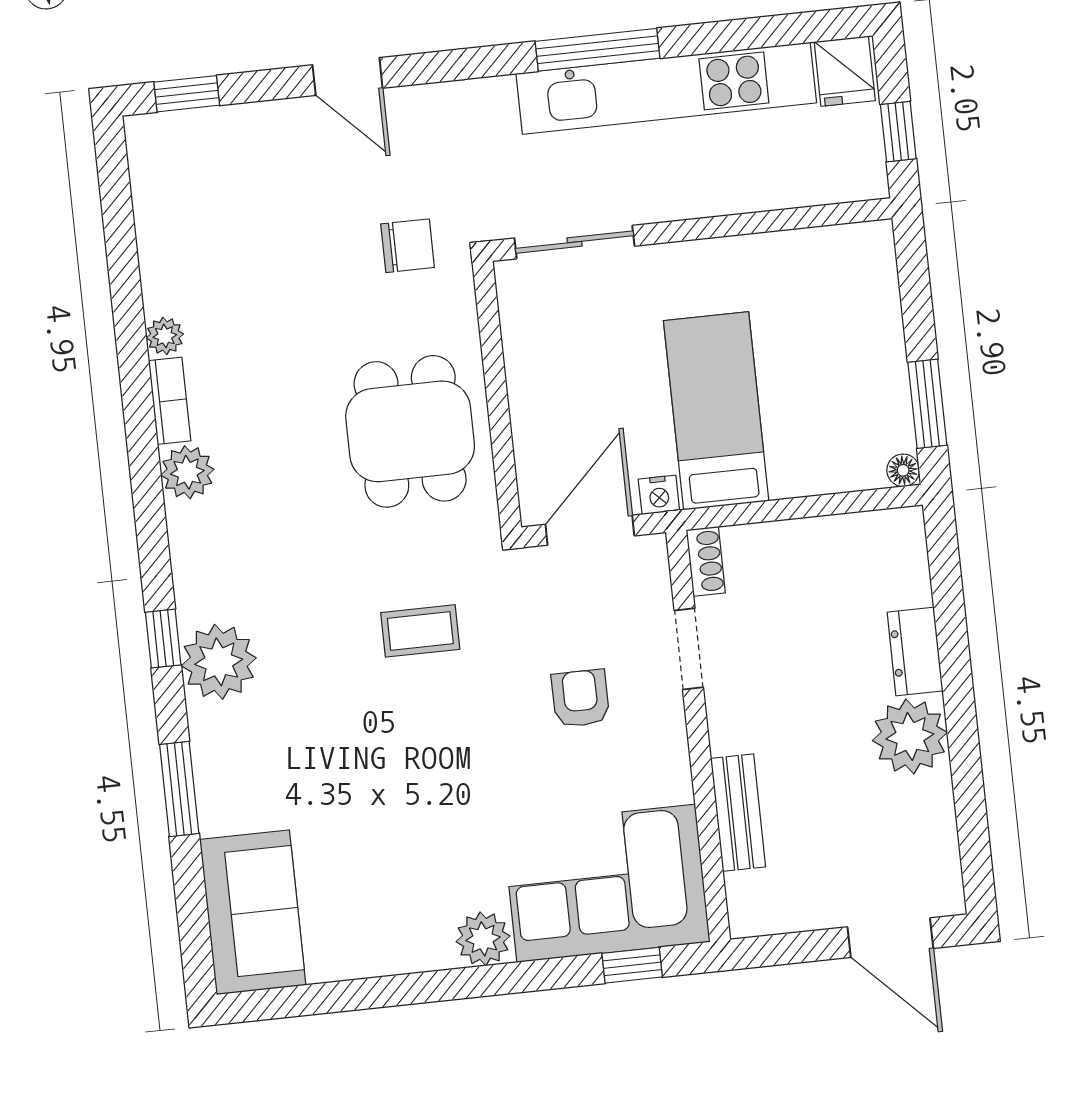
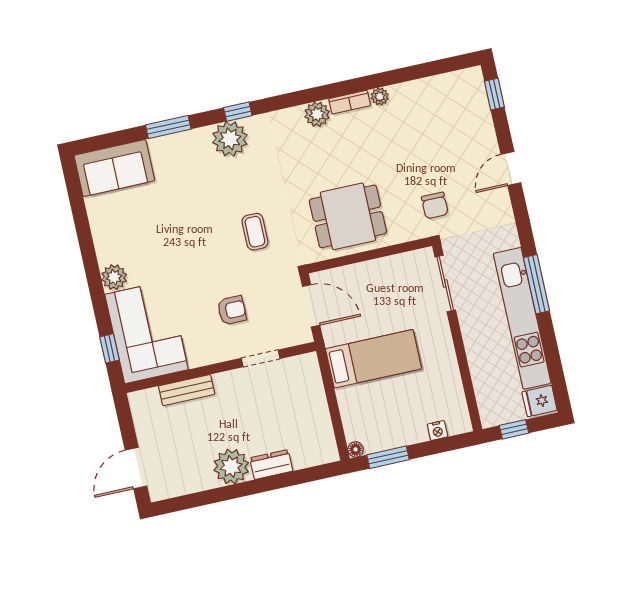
nightstand: (659, 495) -> (437, 430), moved, turned -90
shoe rack: (706, 561) -> (303, 362), removed

